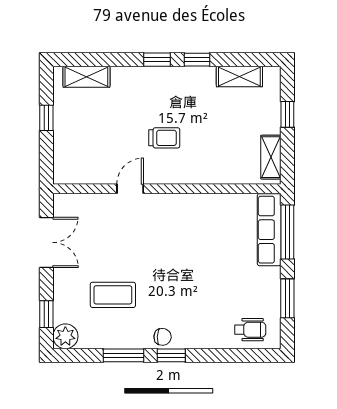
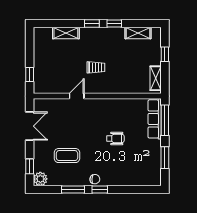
shelving: (86, 77) -> (66, 33), moved
window: (46, 118) -> (30, 75), moved
wheelchair: (250, 330) -> (115, 138), moved

